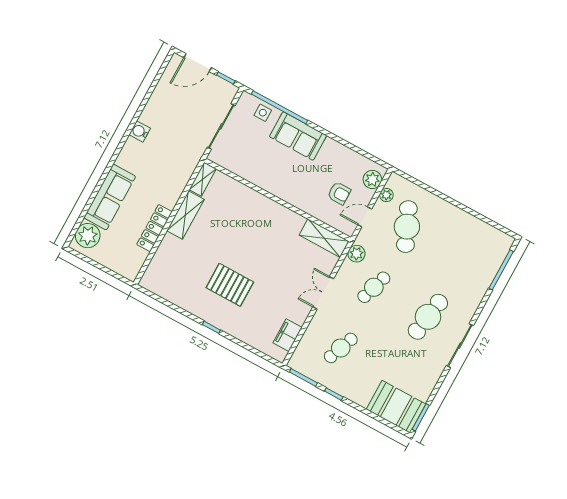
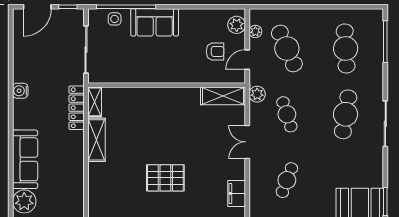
locker: (155, 228) -> (77, 108), moved
cafe table: (461, 256) -> (346, 49), added
cafe table: (374, 287) -> (287, 114), turned -36

